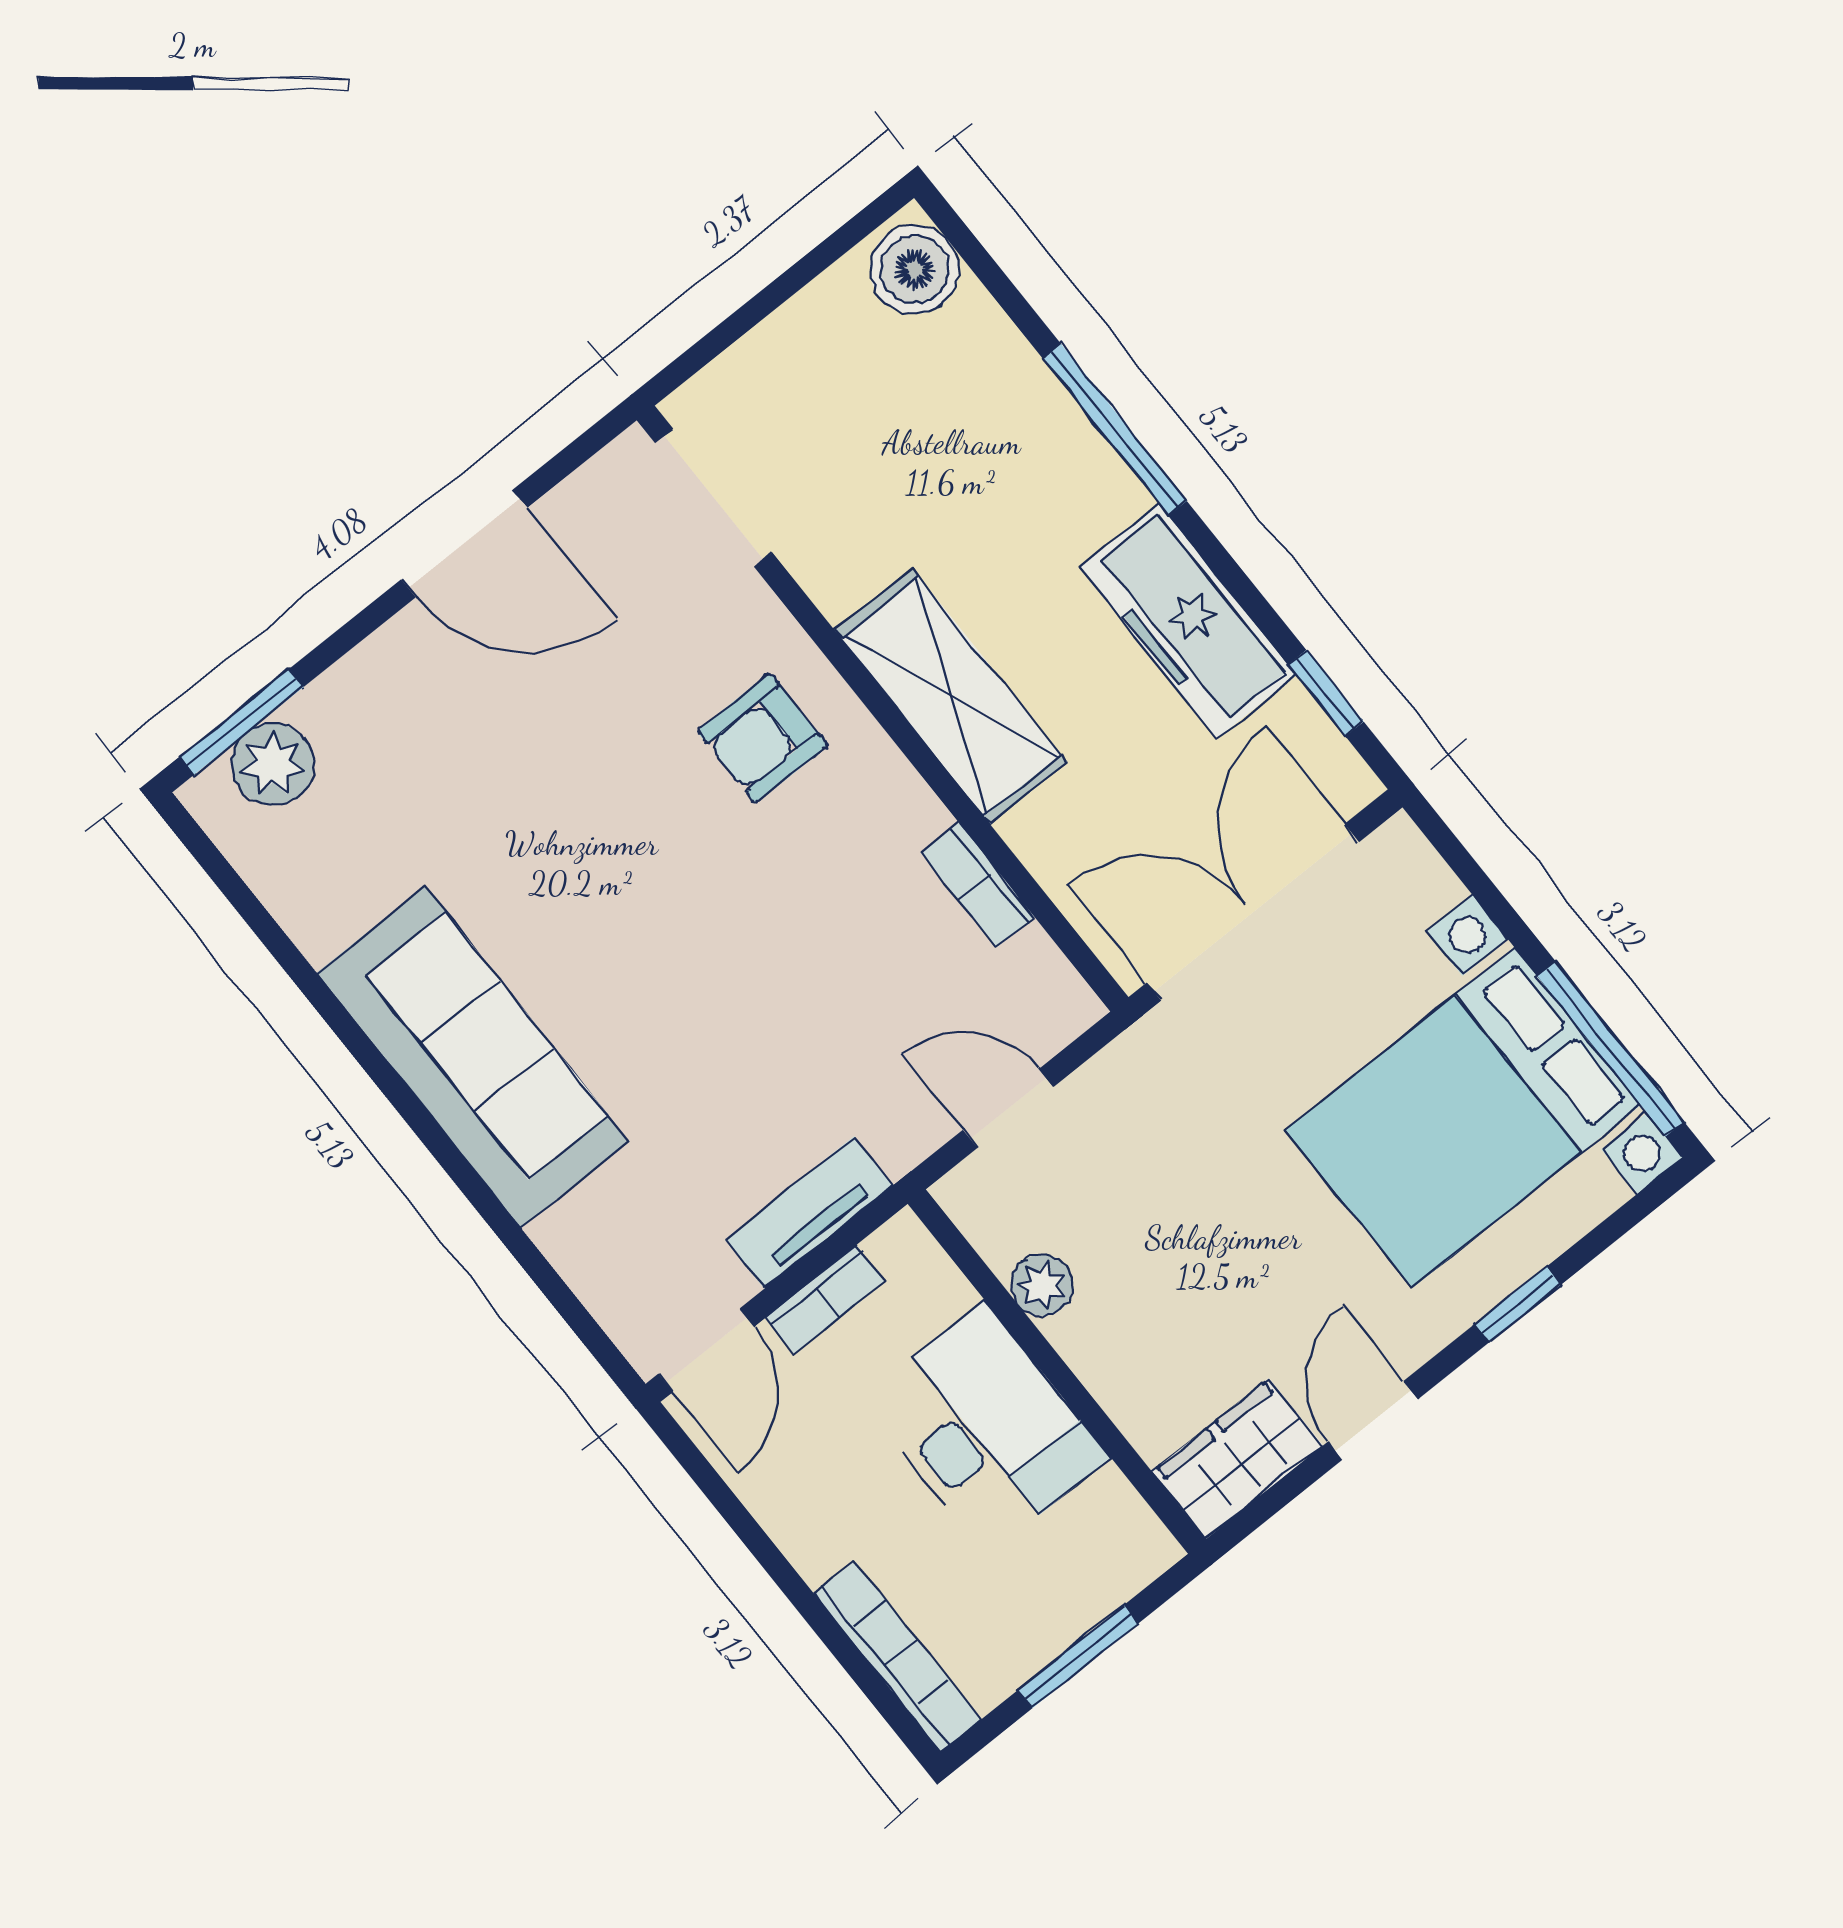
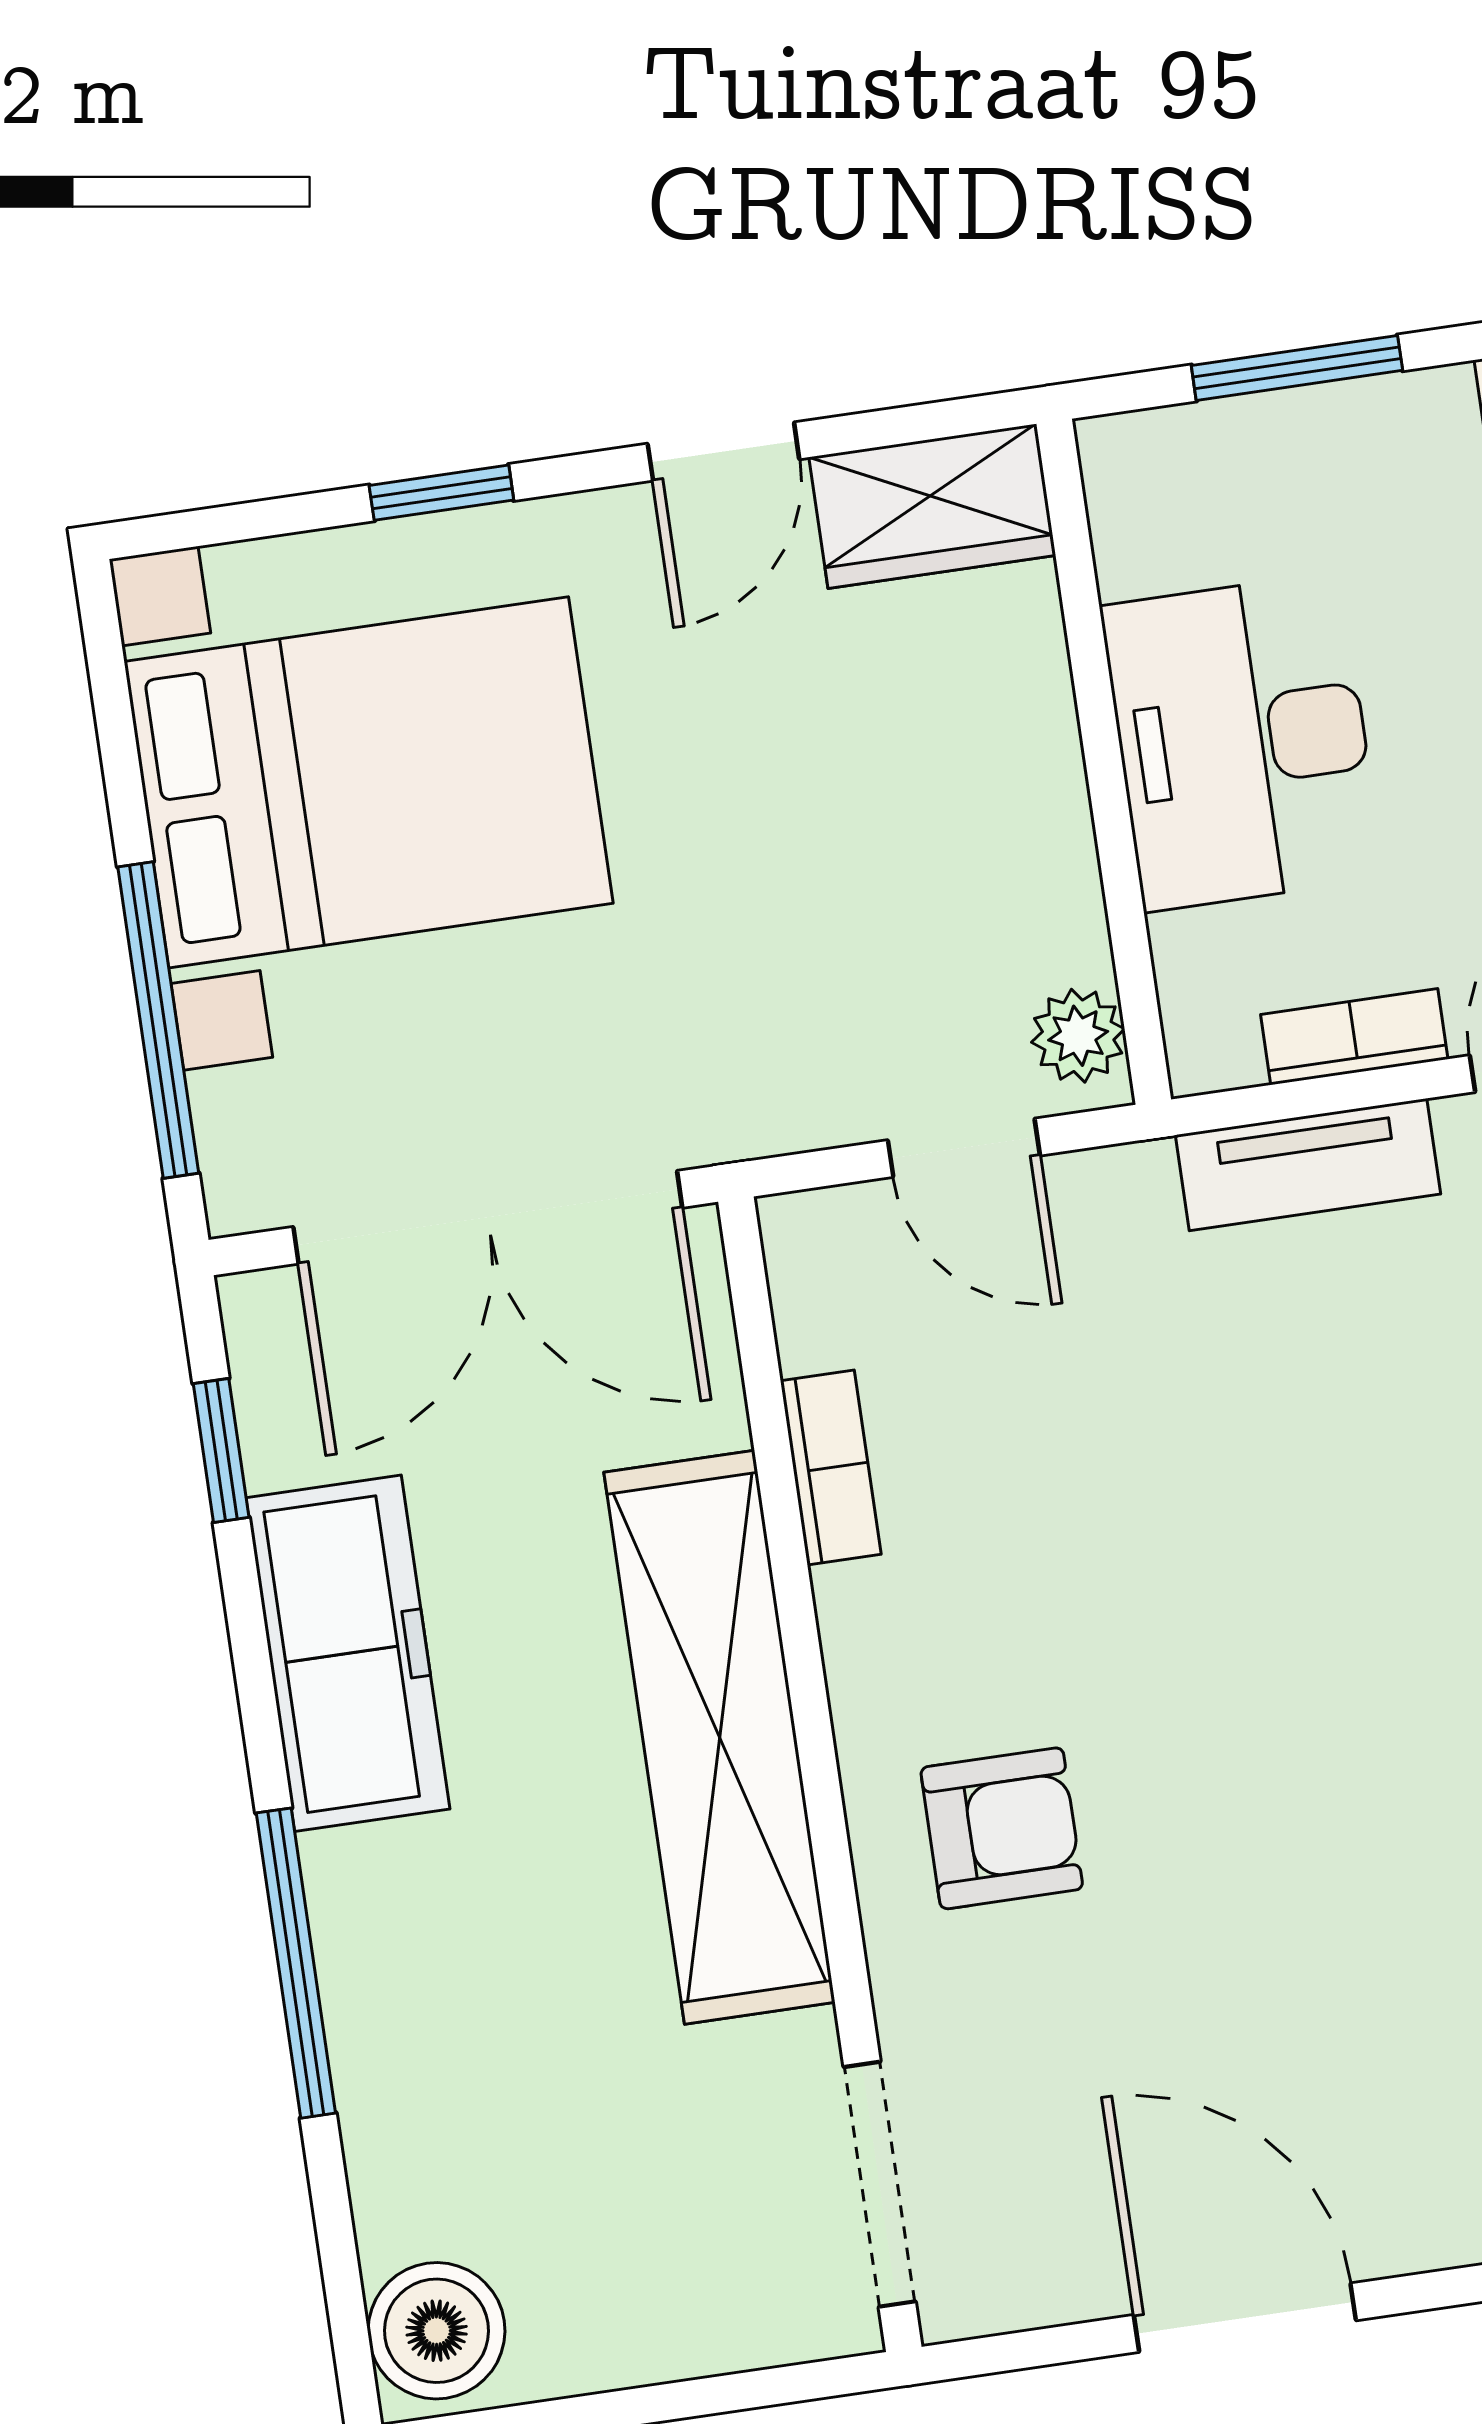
shelving: (951, 696) -> (720, 1737), width x1.47
window: (1611, 1049) -> (158, 1020), moved
plant: (1042, 1285) -> (1078, 1036), moved

